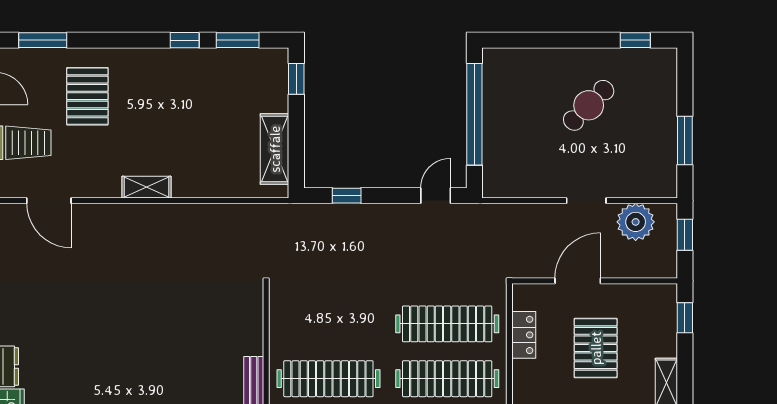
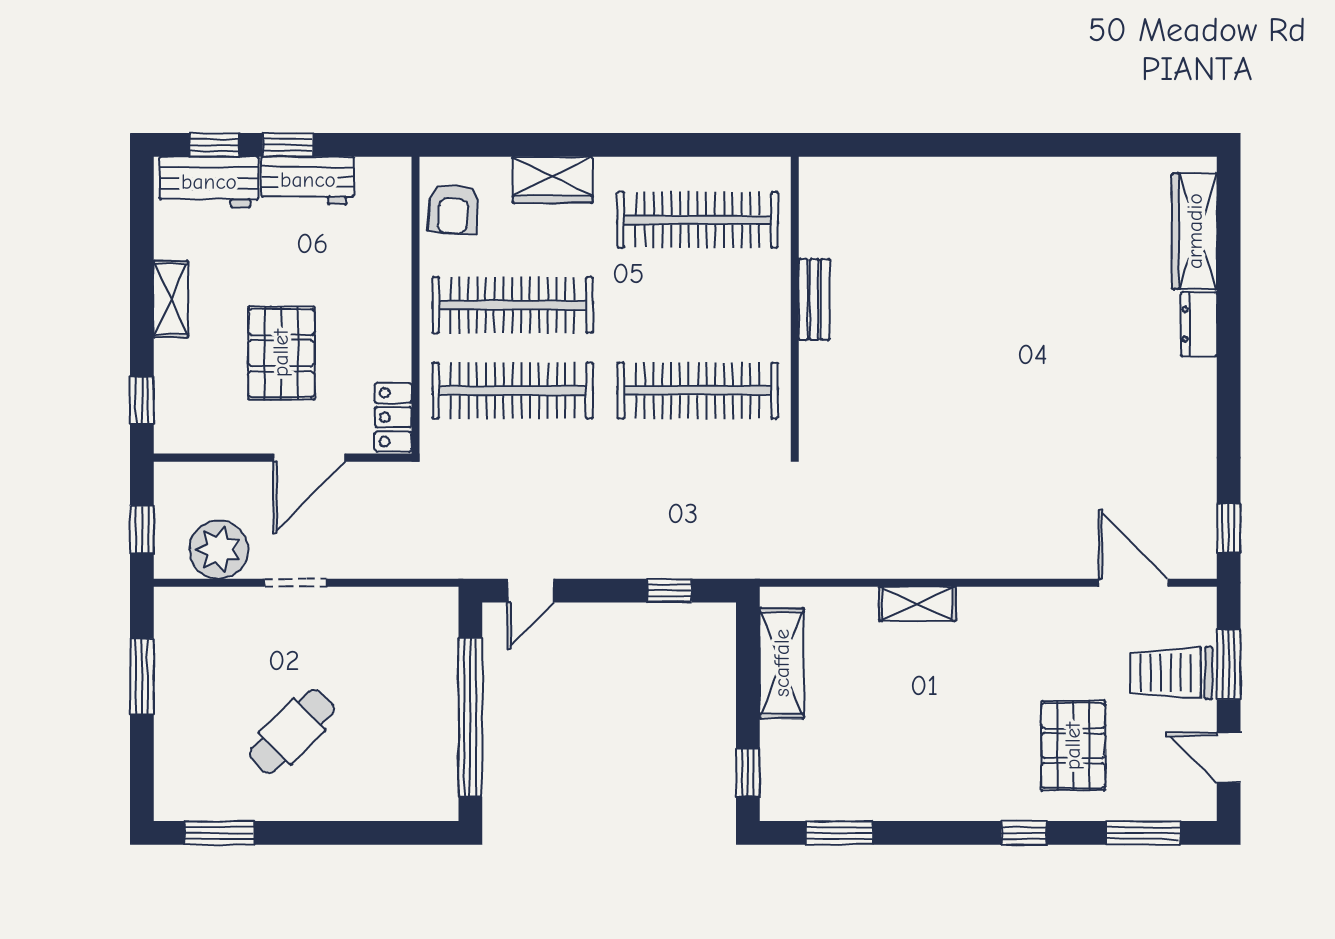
window: (185, 40) -> (1024, 833), moved
window: (635, 40) -> (219, 833), width x1.50
shelving: (147, 187) -> (917, 604), moved
locker: (524, 335) -> (393, 417), moved
clothes rail: (328, 379) -> (698, 391), moved

